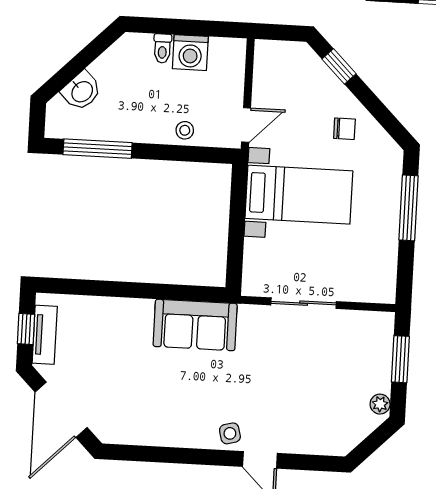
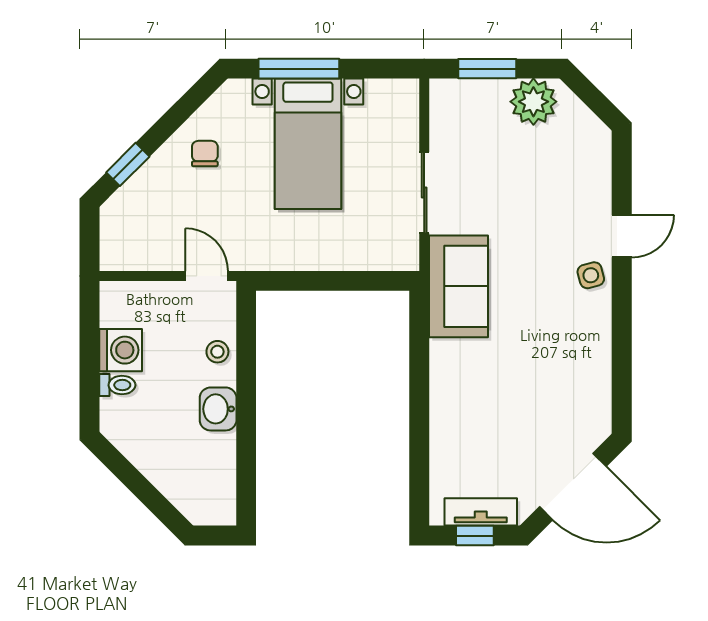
washbasin: (82, 91) -> (218, 409), moved, turned -135
window: (98, 149) -> (246, 459), removed
bed with nightstands: (299, 195) -> (308, 144), moved, turned 180
sofa: (195, 325) -> (459, 286), moved
plant: (380, 404) -> (533, 102), width x1.87, depth x1.87

